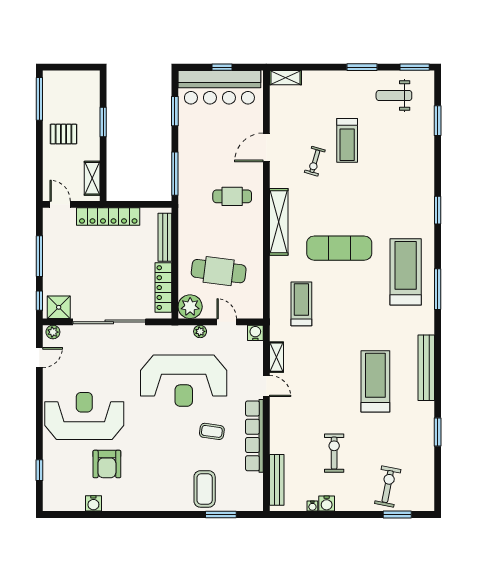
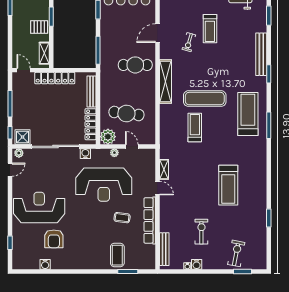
pallet: (64, 134) -> (39, 27), moved
cafe table: (232, 196) -> (135, 65), width x1.37, depth x1.35
treadmill: (301, 304) -> (195, 127), moved
water cooler: (255, 333) -> (85, 154), moved
bench: (426, 368) -> (261, 54), moved
treadmill: (375, 381) -> (228, 185), turned 180

